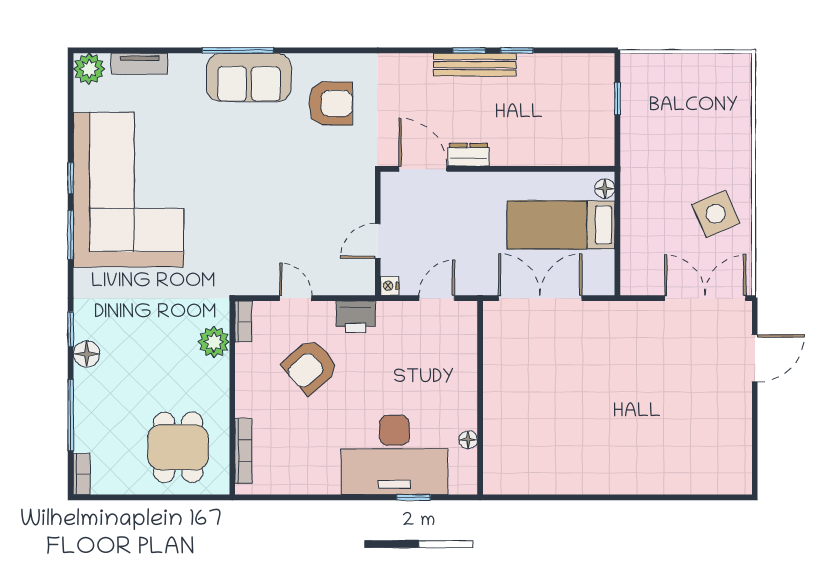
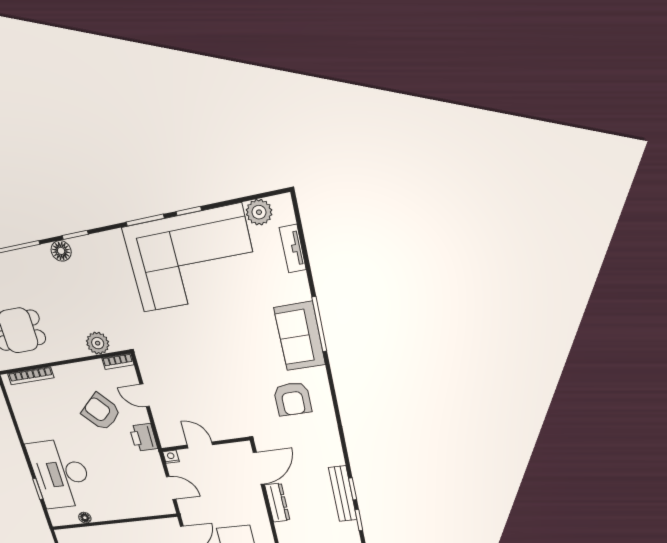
plant: (89, 69) -> (259, 212), moved
dresser: (469, 155) -> (277, 503), width x1.44
door: (296, 298) -> (145, 395), swing flipped

